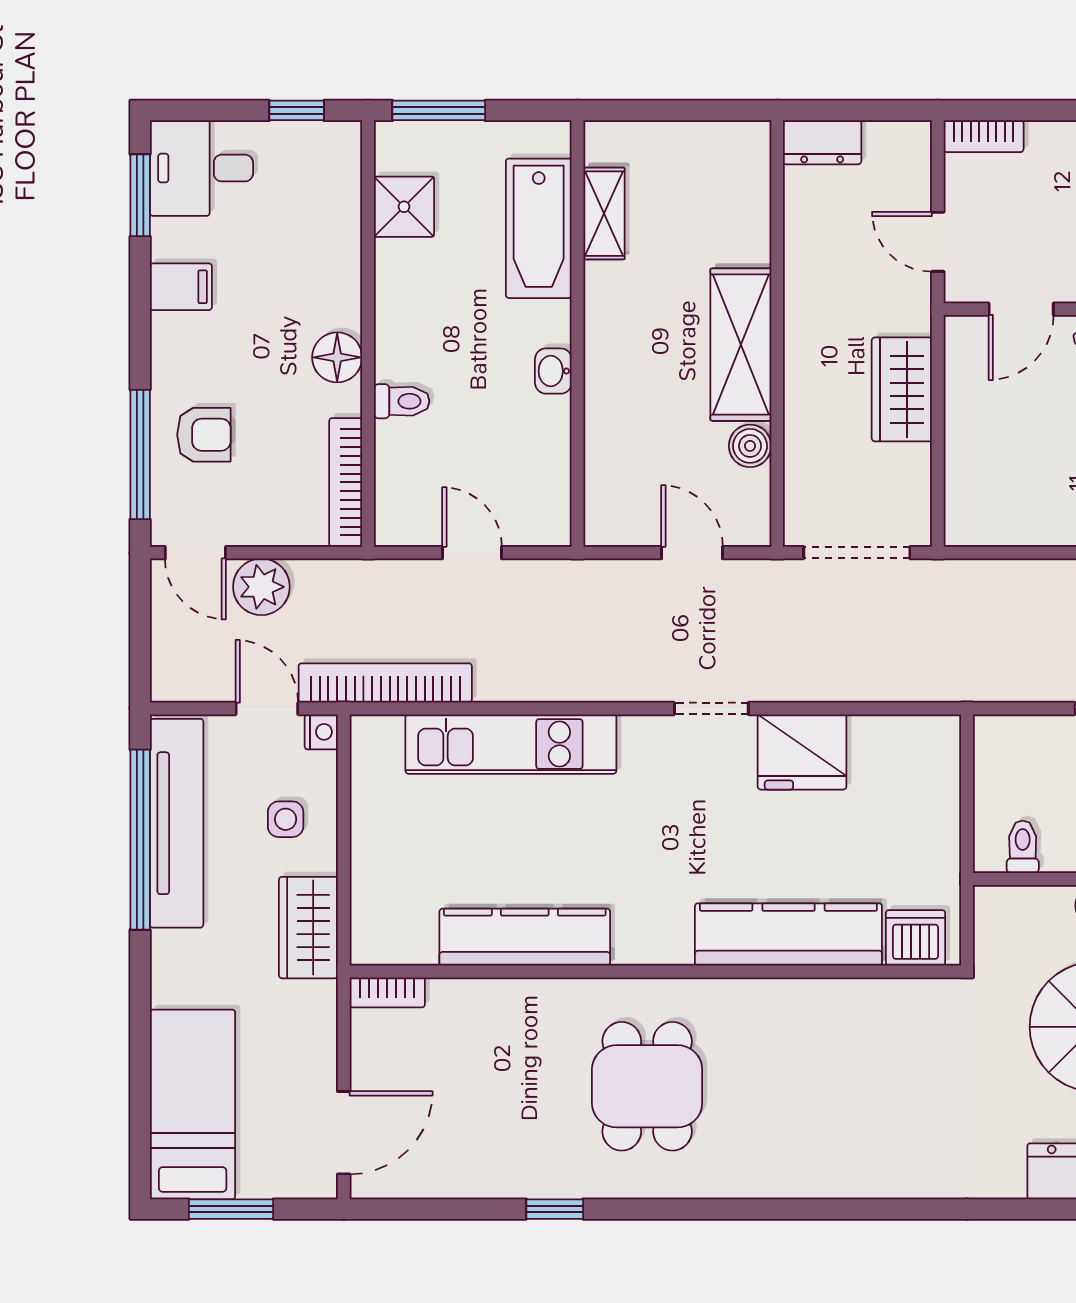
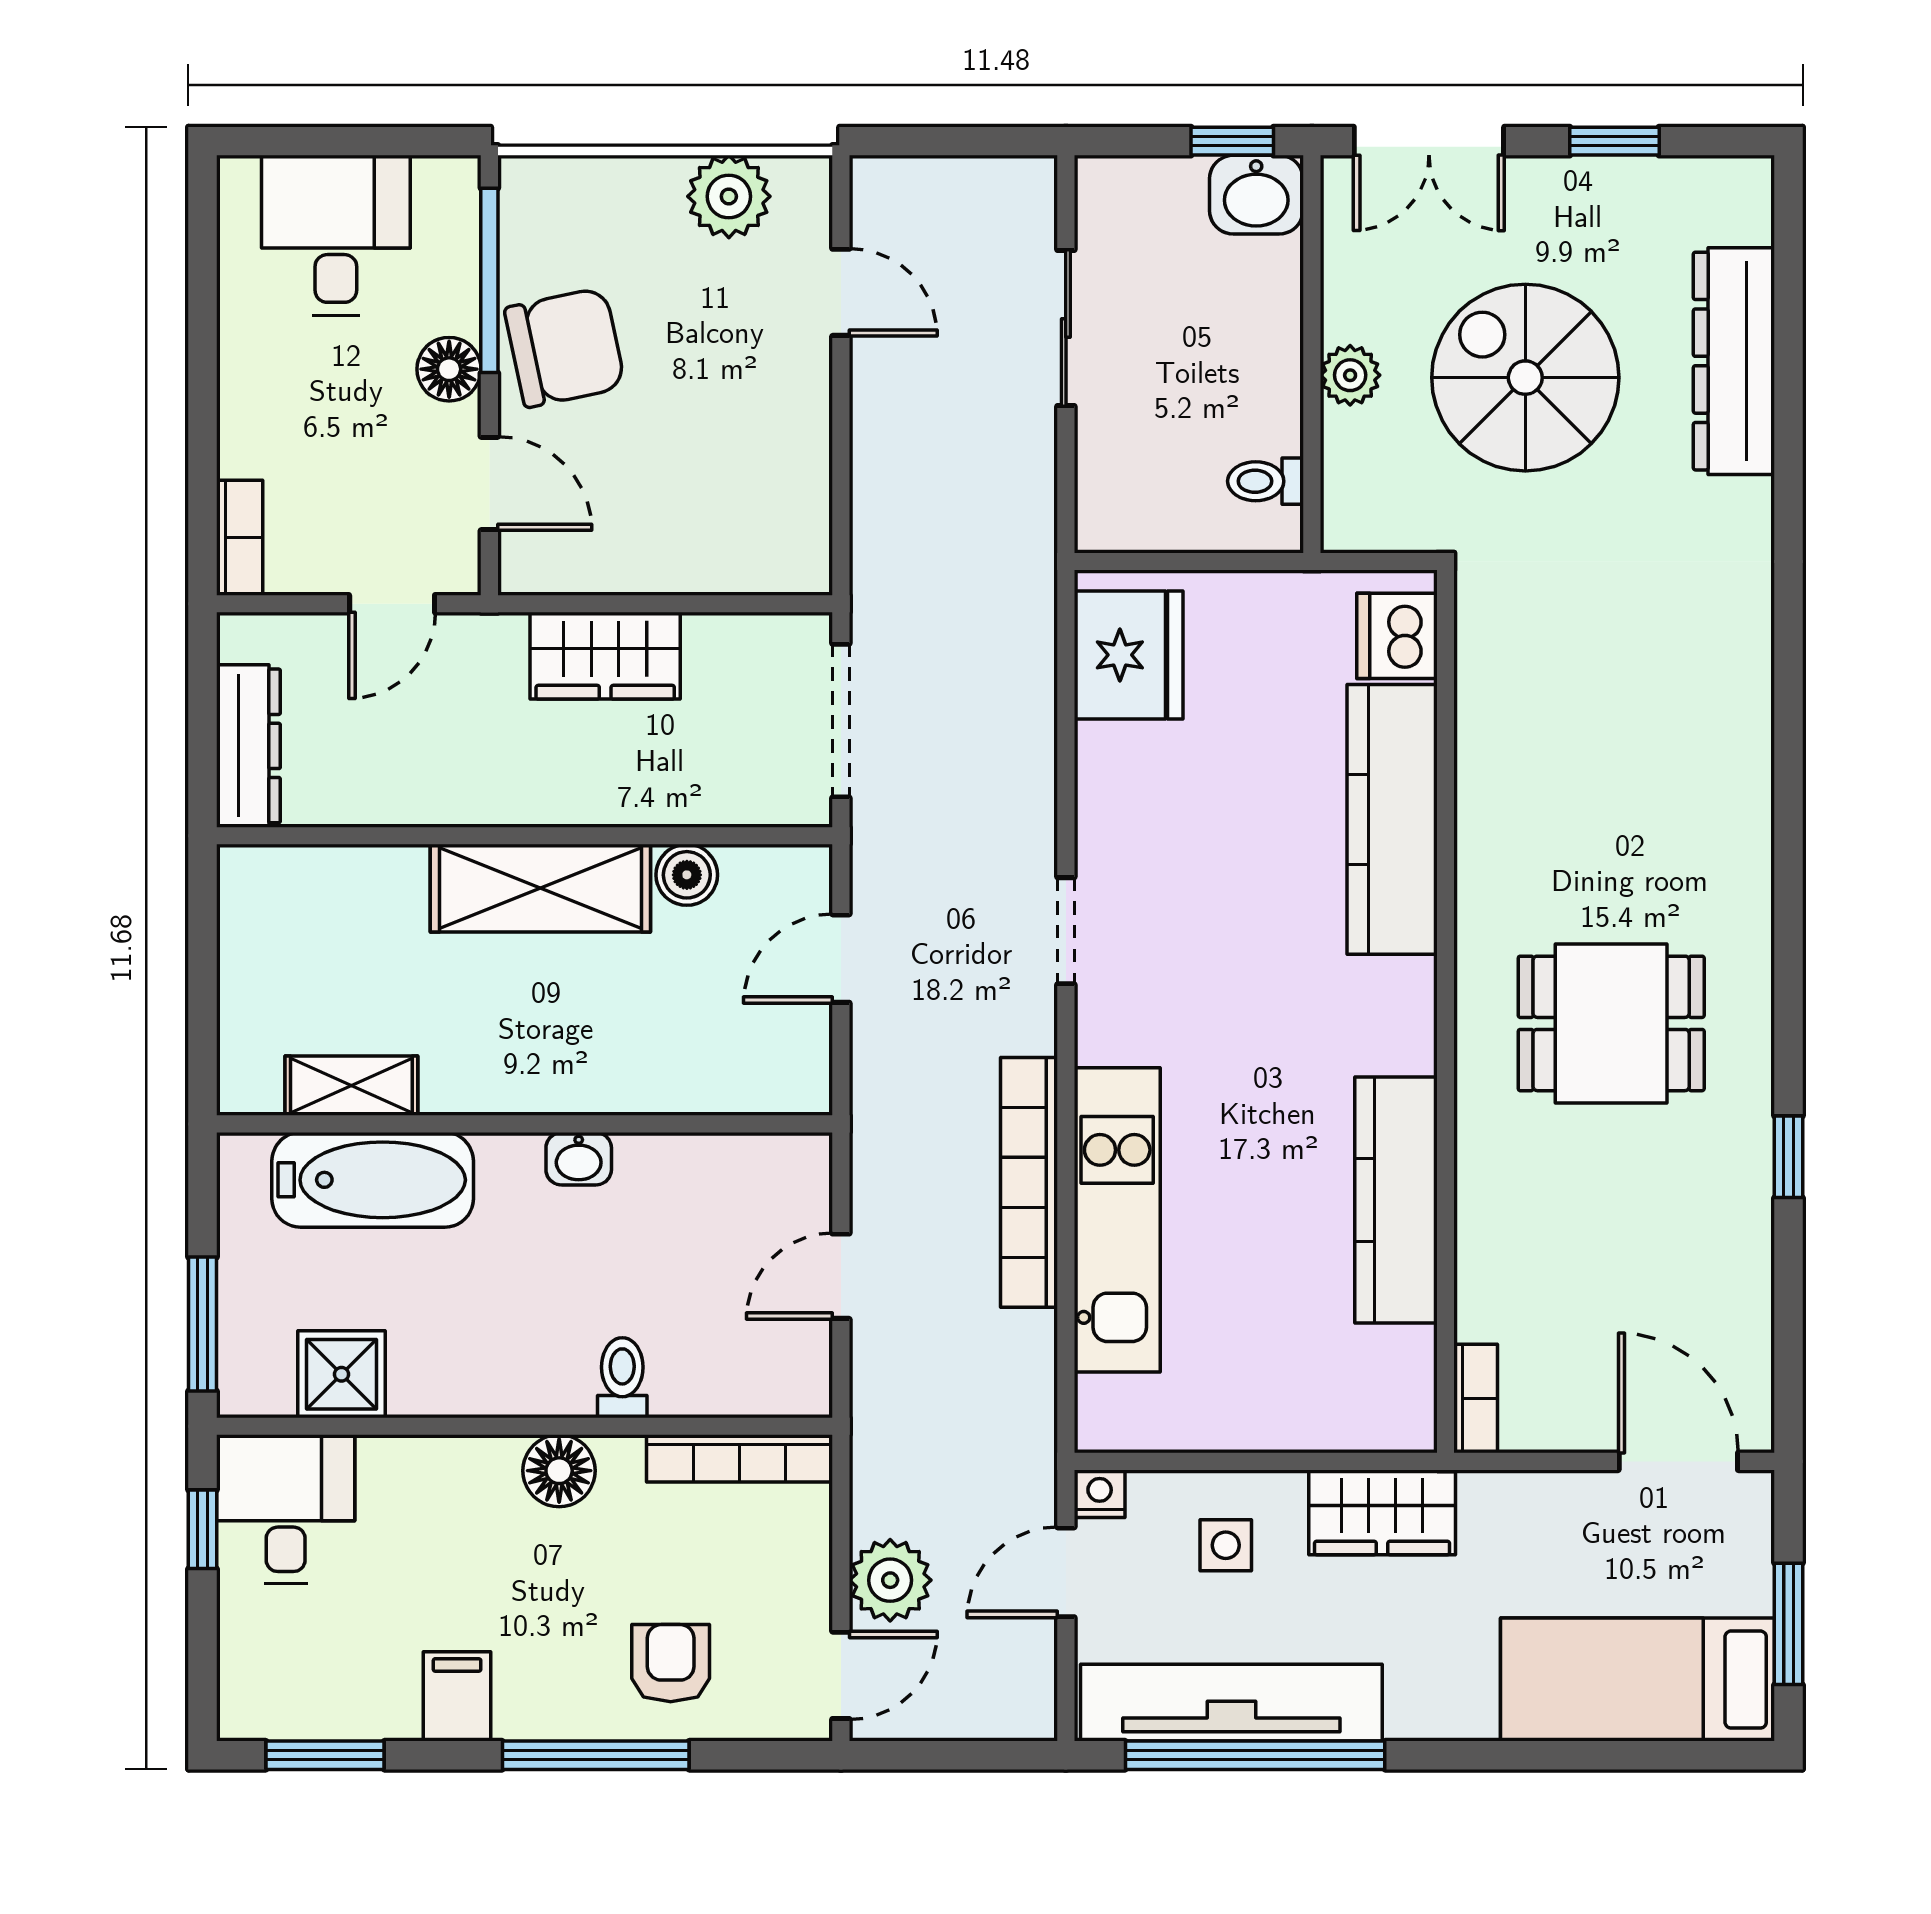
dresser: (822, 142) -> (248, 746), width x1.44
desk: (201, 168) -> (286, 1509), moved, turned 180
window: (140, 454) -> (596, 1755), moved
bookcase: (385, 683) -> (1029, 1182), moved
fridge: (802, 752) -> (1129, 655), moved

